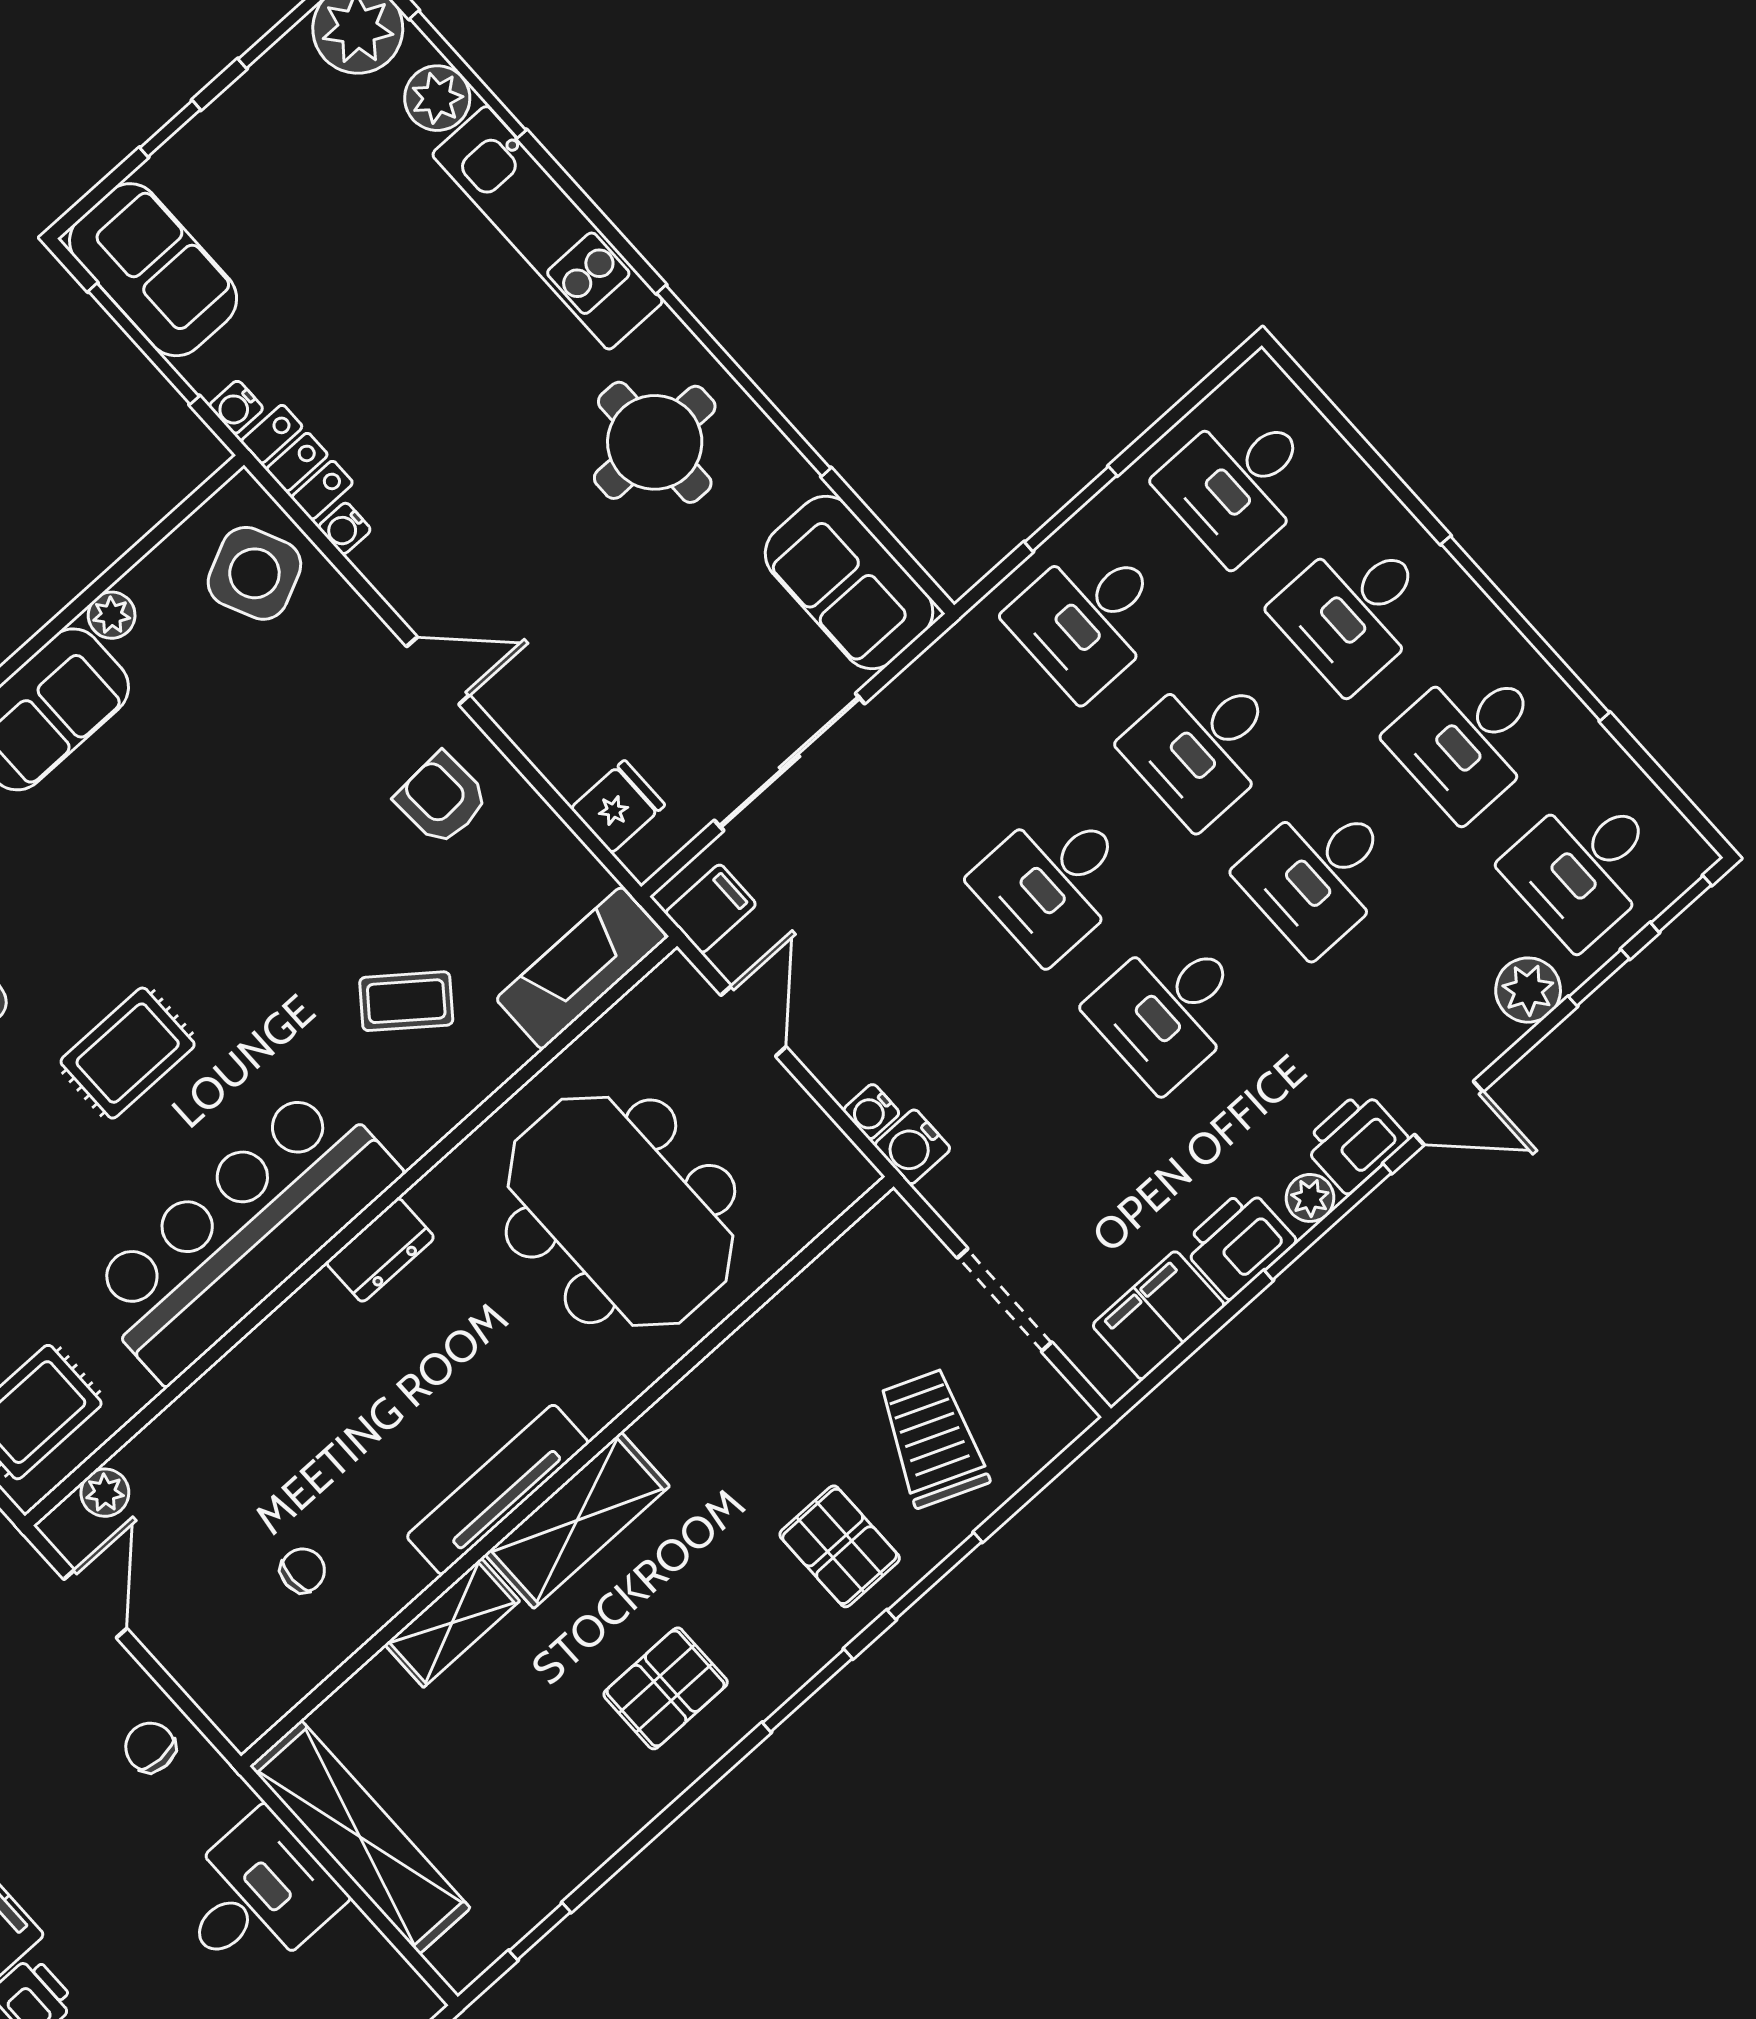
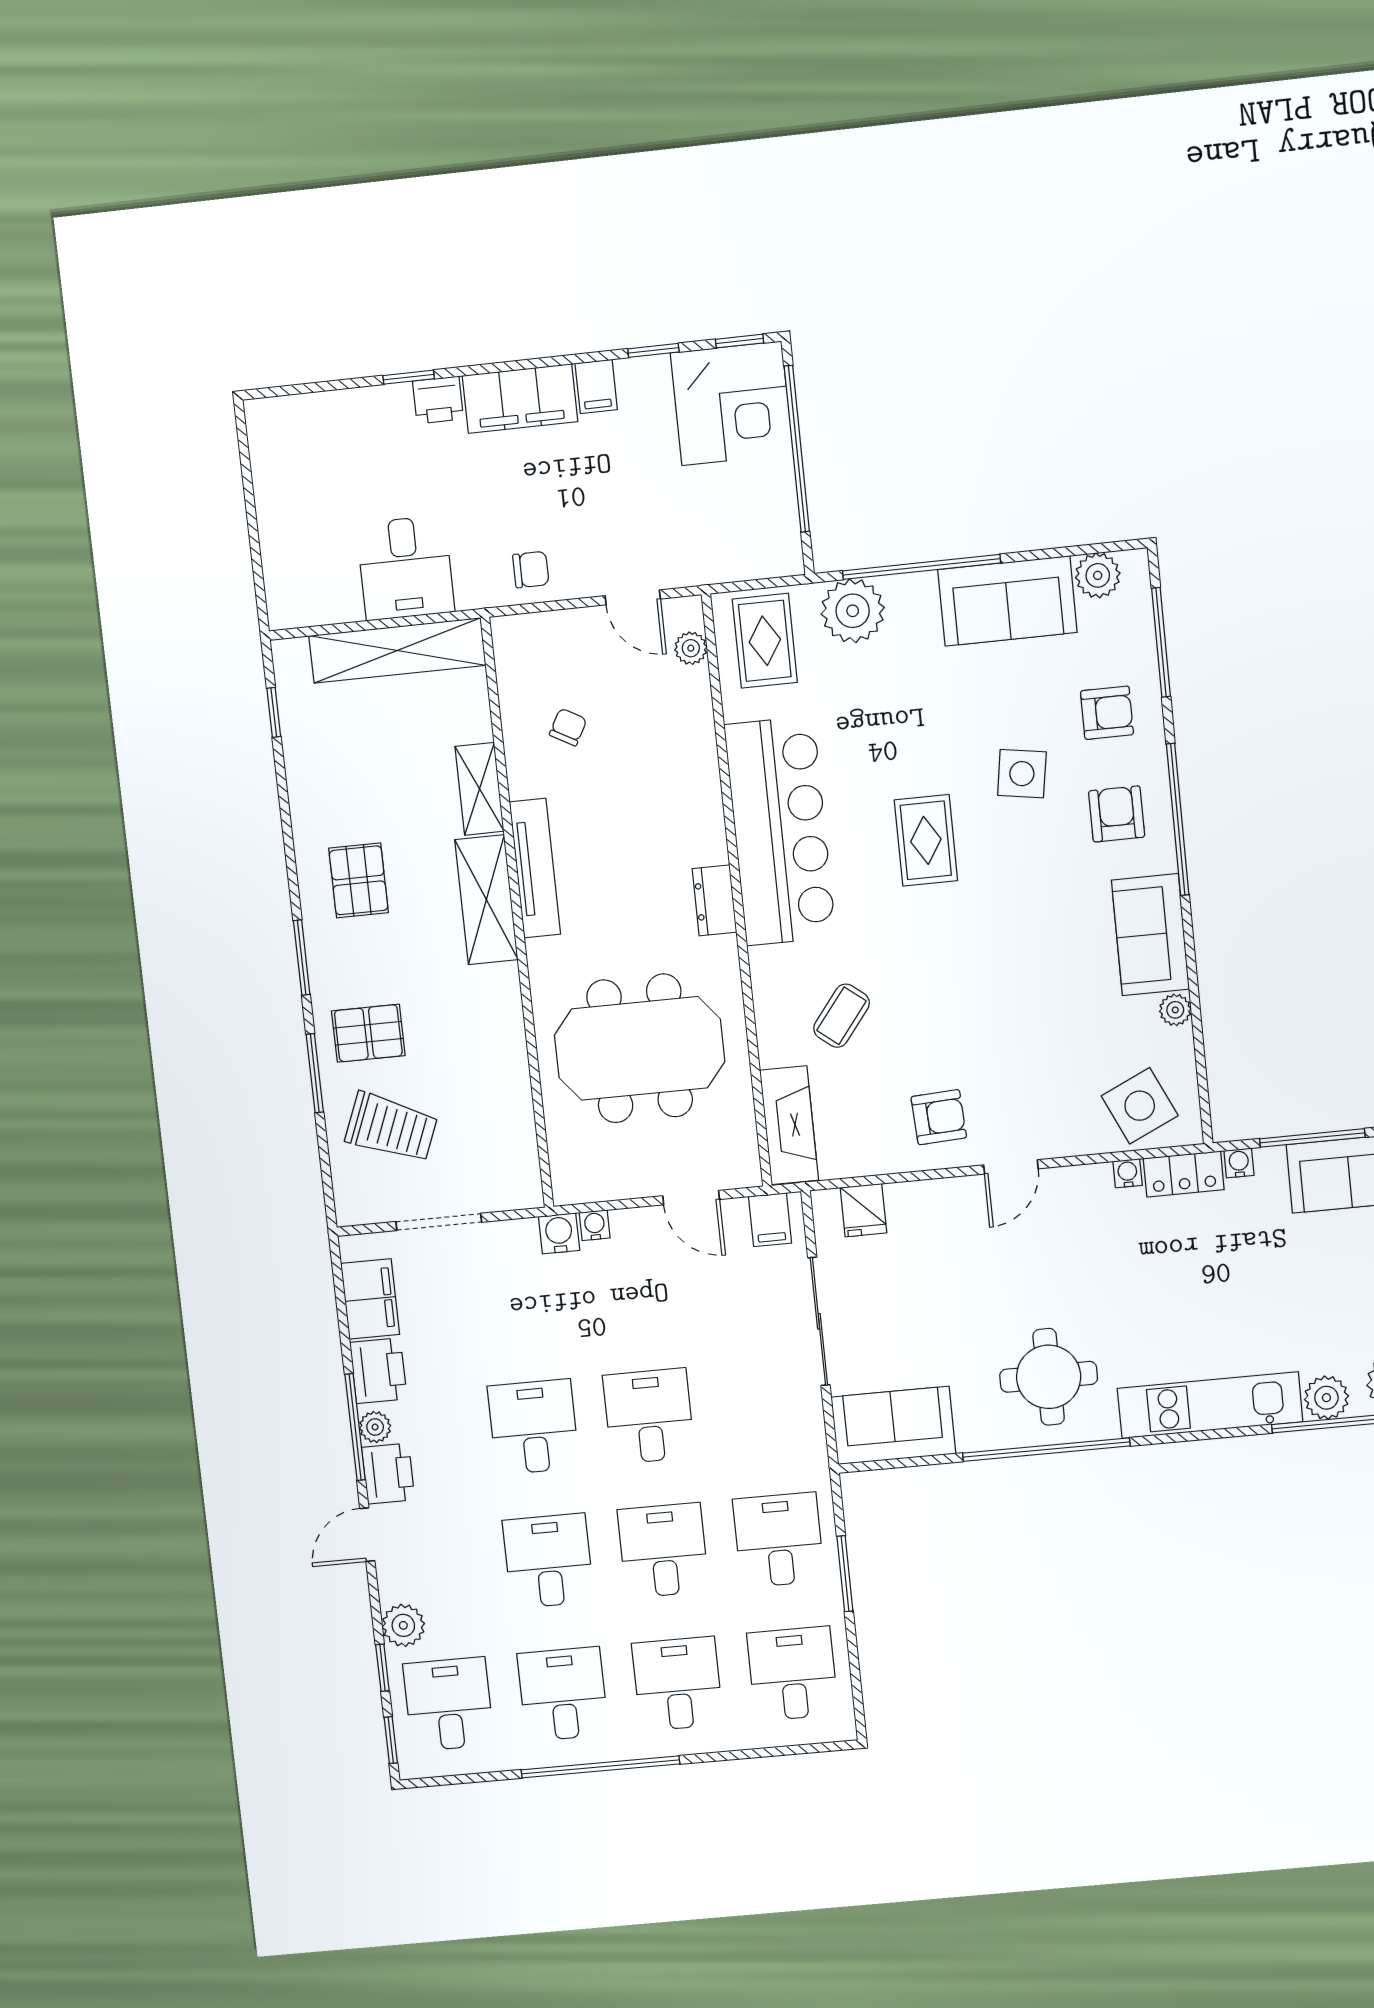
chair: (303, 1570) -> (568, 727), turned -151

